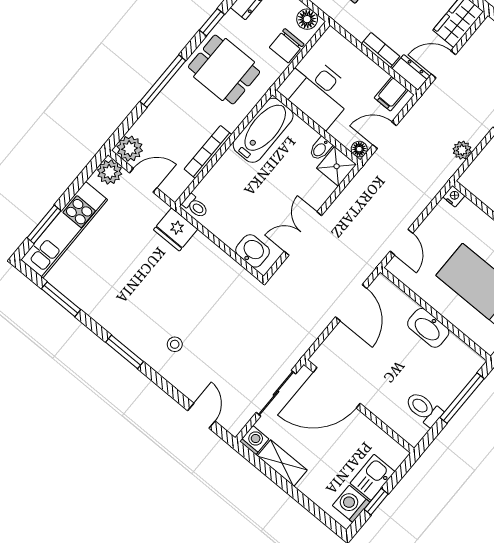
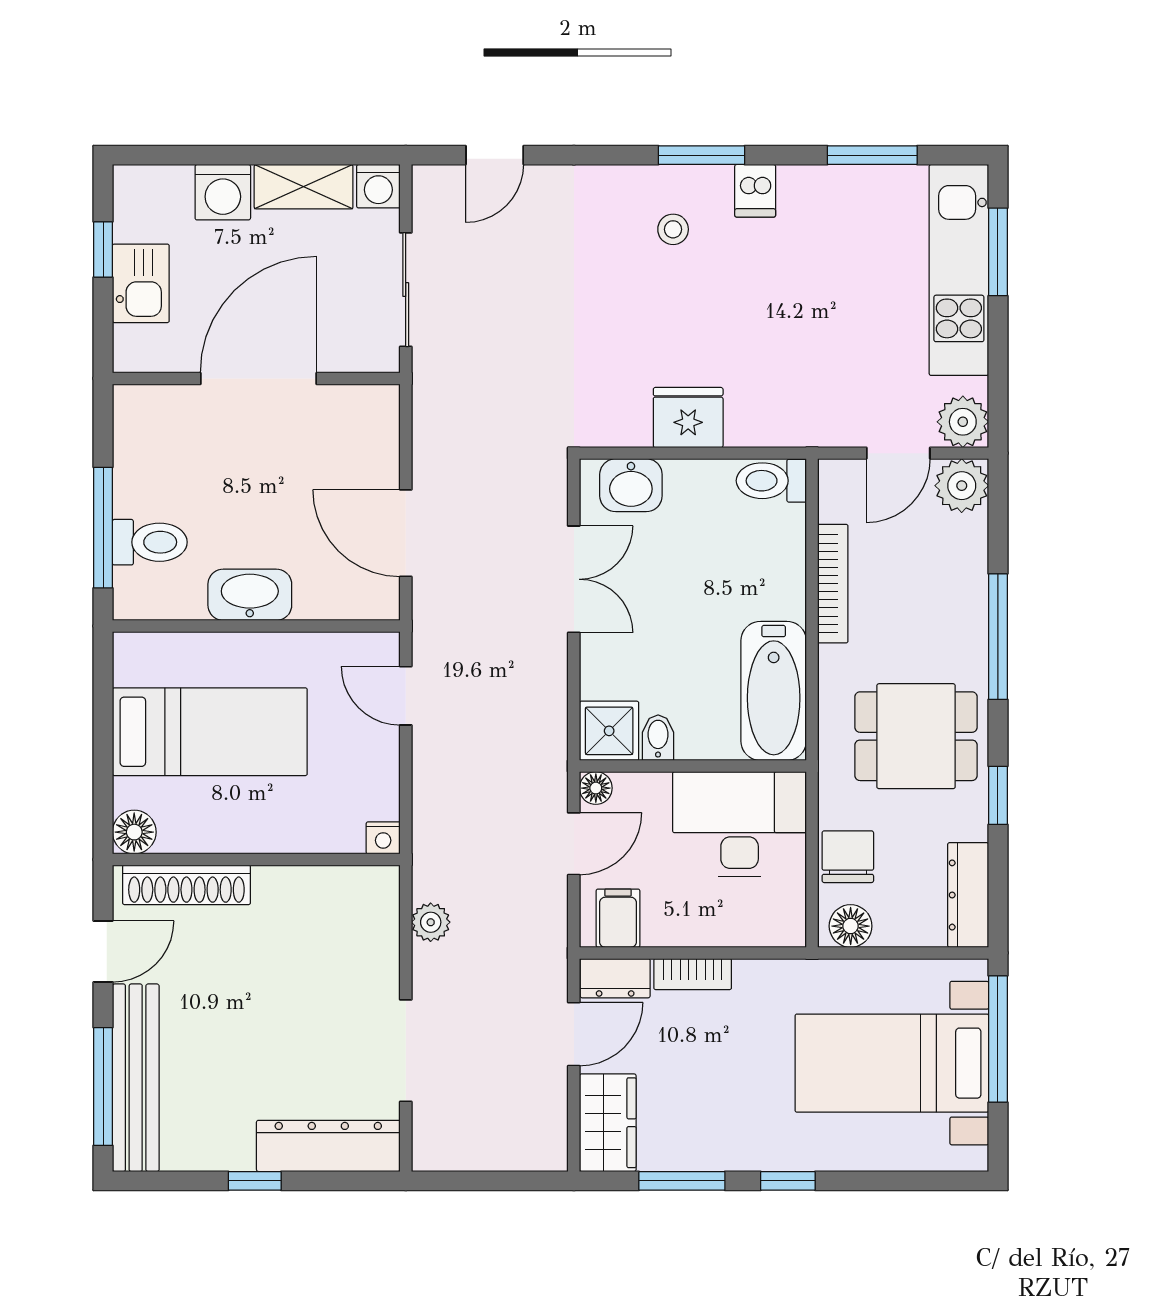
toilet: (195, 206) -> (771, 481), width x1.37, depth x1.39
fridge: (176, 229) -> (688, 418), moved
dishwasher: (115, 322) -> (755, 191), added
stool: (175, 344) -> (673, 229), moved
door: (337, 388) -> (258, 378), moved
toilet: (424, 409) -> (150, 542), moved
door: (201, 416) -> (495, 155), hinge flipped
washing machine: (351, 504) -> (223, 192), moved, turned 90

